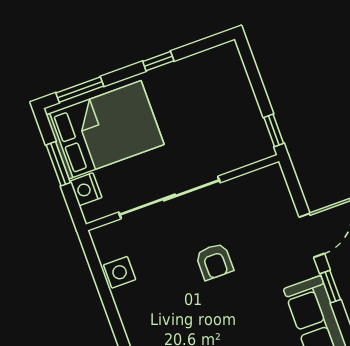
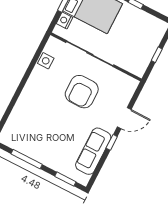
window: (274, 130) -> (157, 55), moved
armchair: (214, 261) -> (82, 92), width x1.88, depth x1.88

